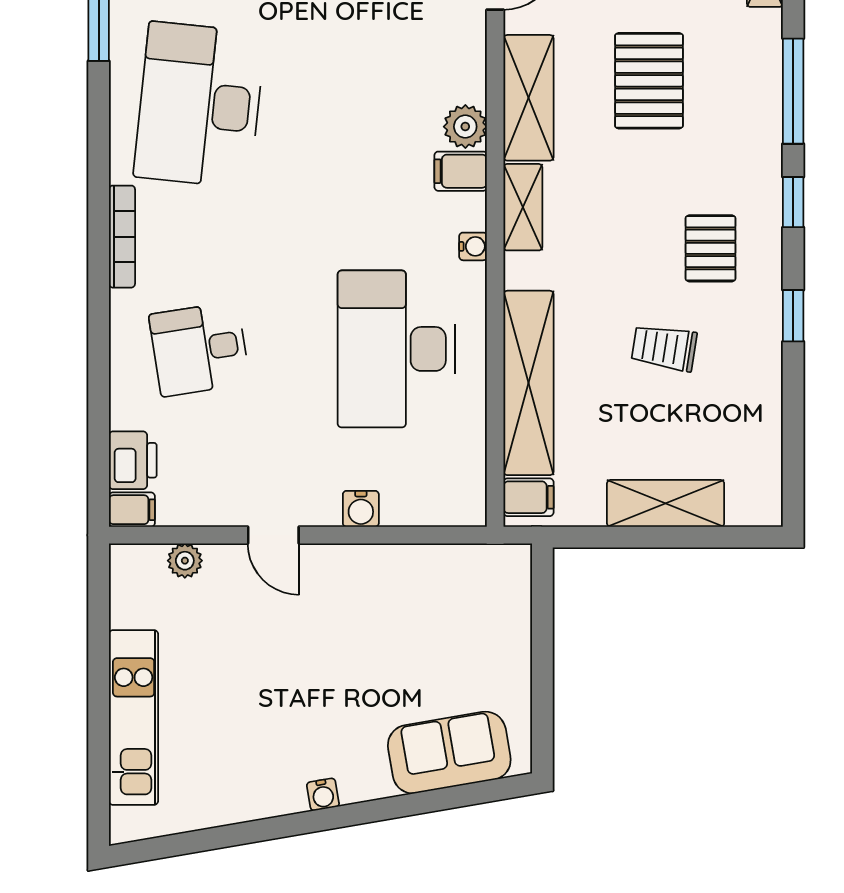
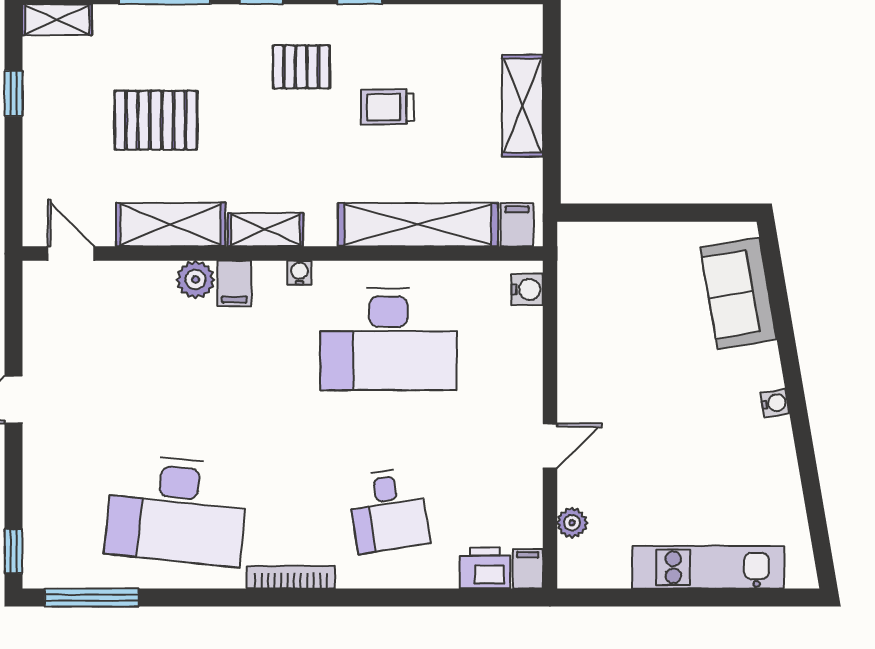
trolley: (664, 348) -> (387, 107), turned 81
water cooler: (361, 509) -> (527, 289), moved

